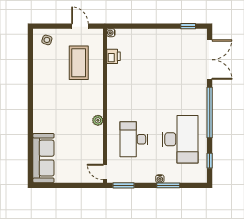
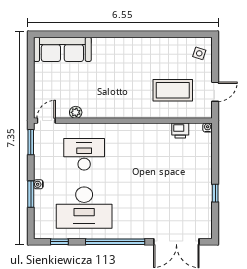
window: (188, 26) -> (215, 193), moved
plant: (98, 120) -> (76, 112), moved

